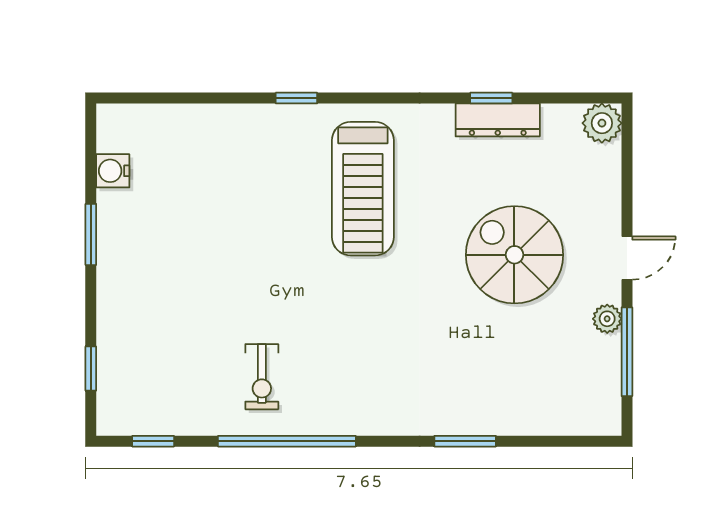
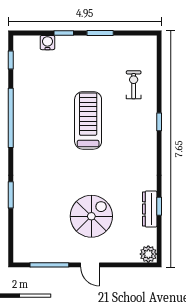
water cooler: (113, 171) -> (47, 43), moved
treadmill: (363, 189) -> (88, 120), moved, turned 90
plant: (607, 319) -> (64, 256), removed
window: (91, 369) -> (64, 33), moved
exercise bike: (262, 377) -> (134, 85), moved, turned 90

